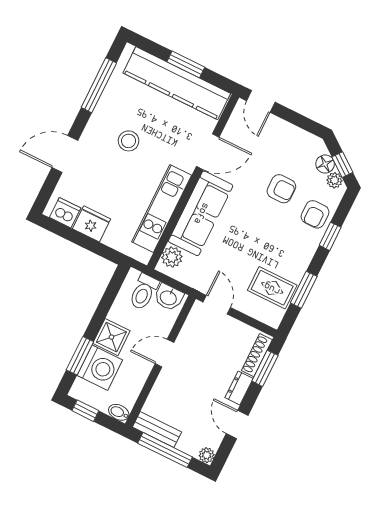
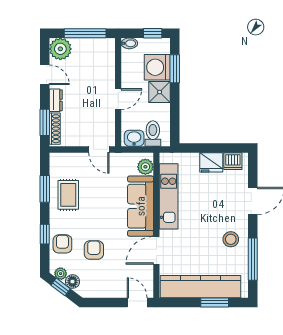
window: (186, 64) -> (215, 302), moved
stool: (129, 141) -> (231, 239), moved
armchair: (281, 189) -> (94, 250), turned 90
rug: (272, 288) -> (68, 195), moved, turned 90
bench: (157, 429) -> (98, 45), removed
plant: (207, 455) -> (60, 49), width x1.88, depth x1.88

